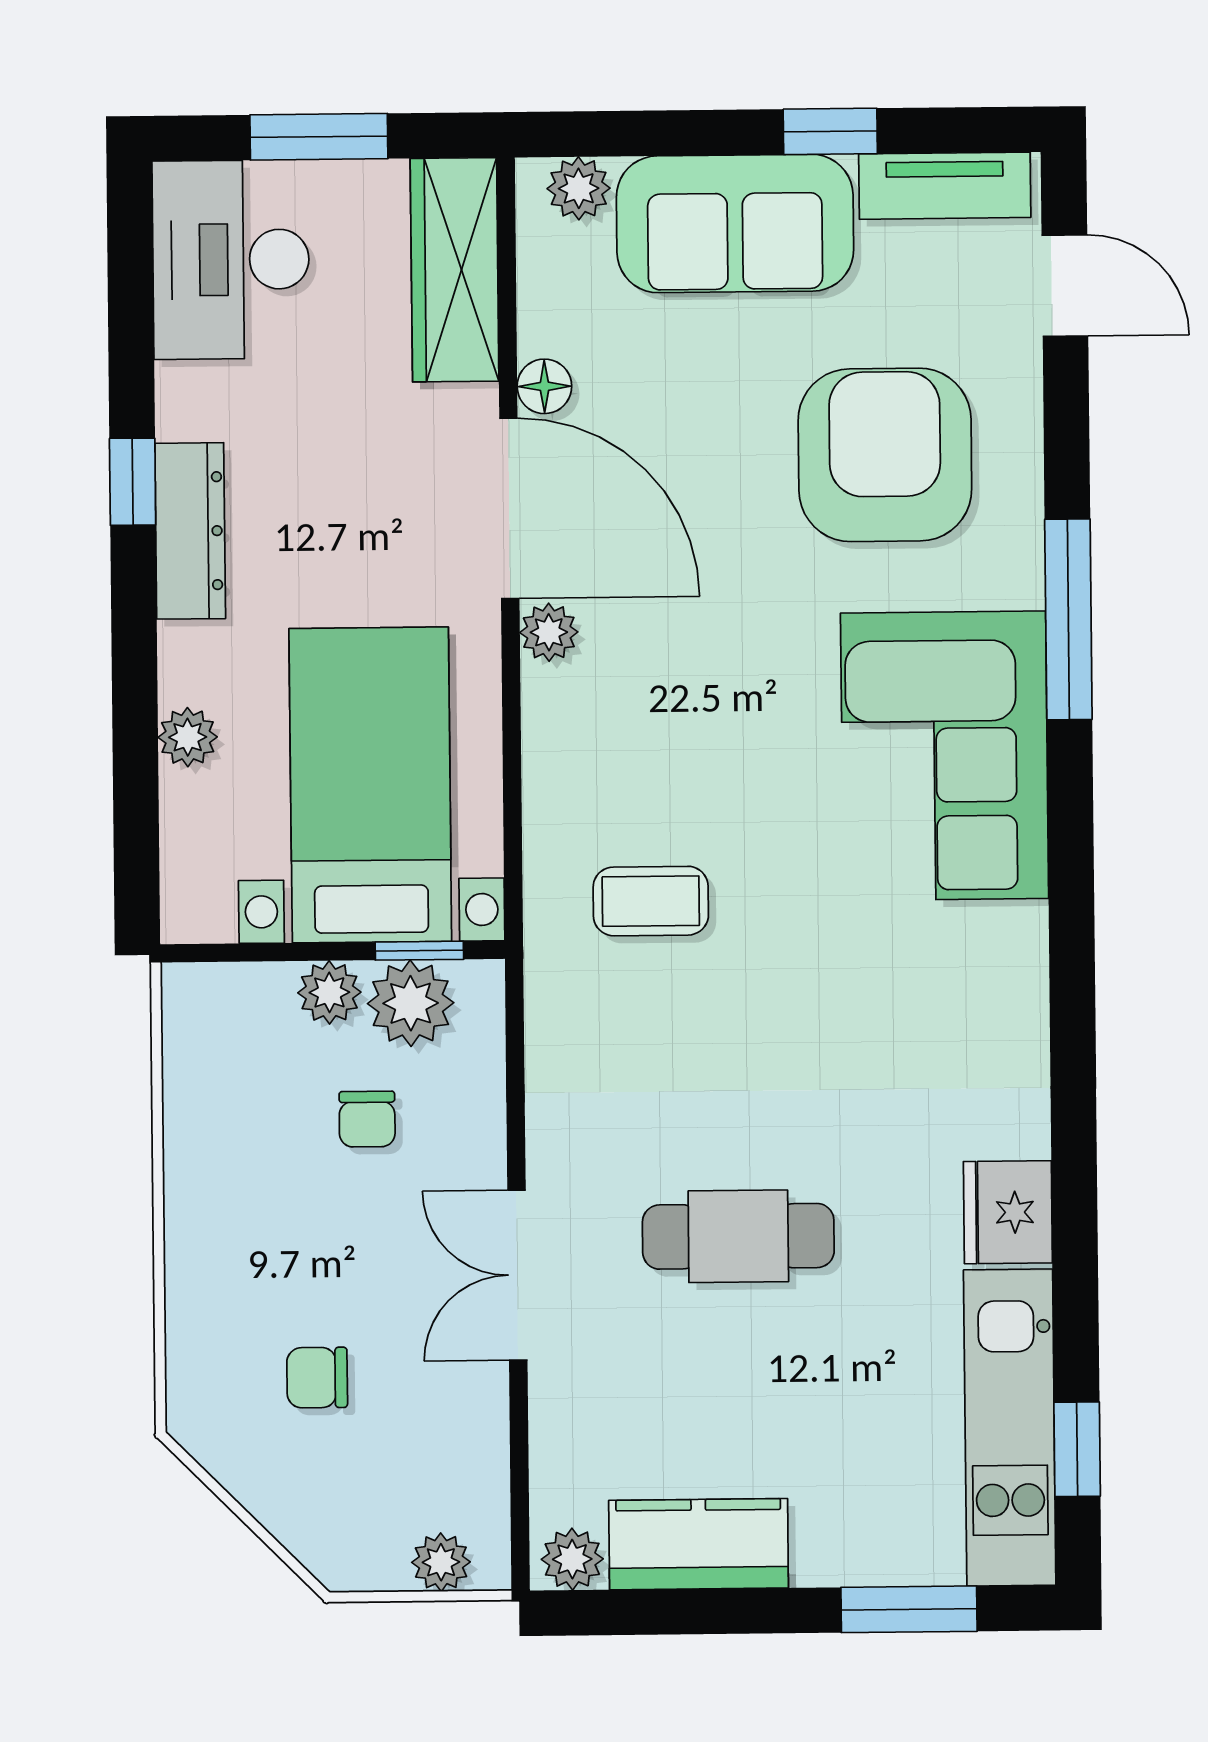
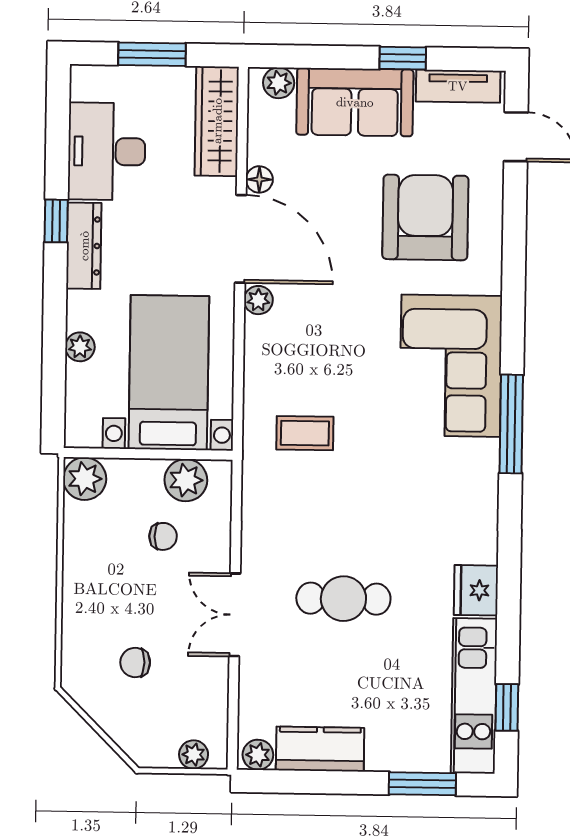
desk: (231, 260) -> (107, 151), moved
window: (1068, 619) -> (511, 424), moved
window: (419, 951) -> (191, 455), removed
plant: (329, 992) -> (85, 479), moved, width x1.38, depth x1.38
chair: (367, 1119) -> (163, 536), turned -90

